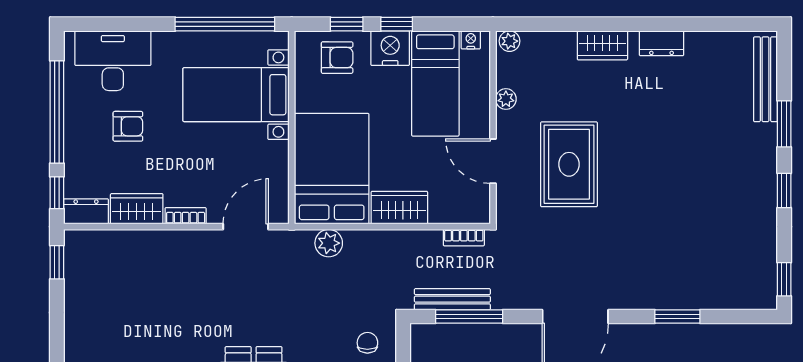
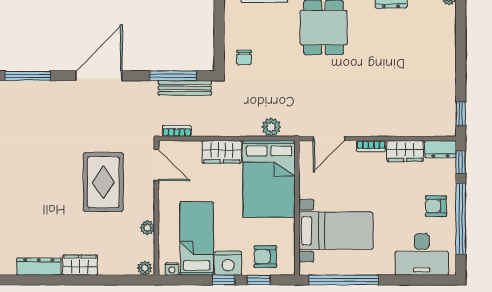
dresser: (662, 43) -> (39, 267), width x1.44
armchair: (128, 126) -> (436, 206), moved
door: (493, 161) -> (156, 165), moved
window: (677, 317) -> (28, 76), width x1.44

